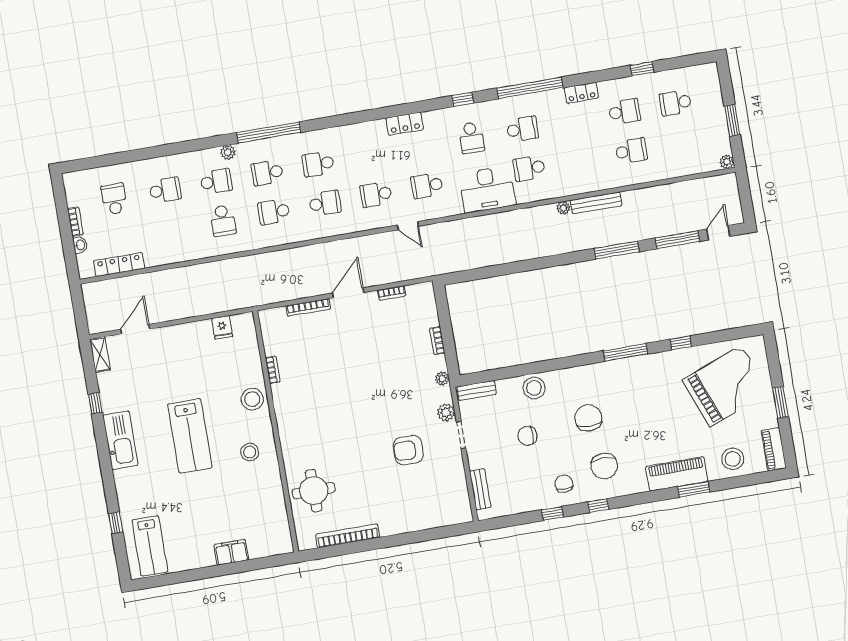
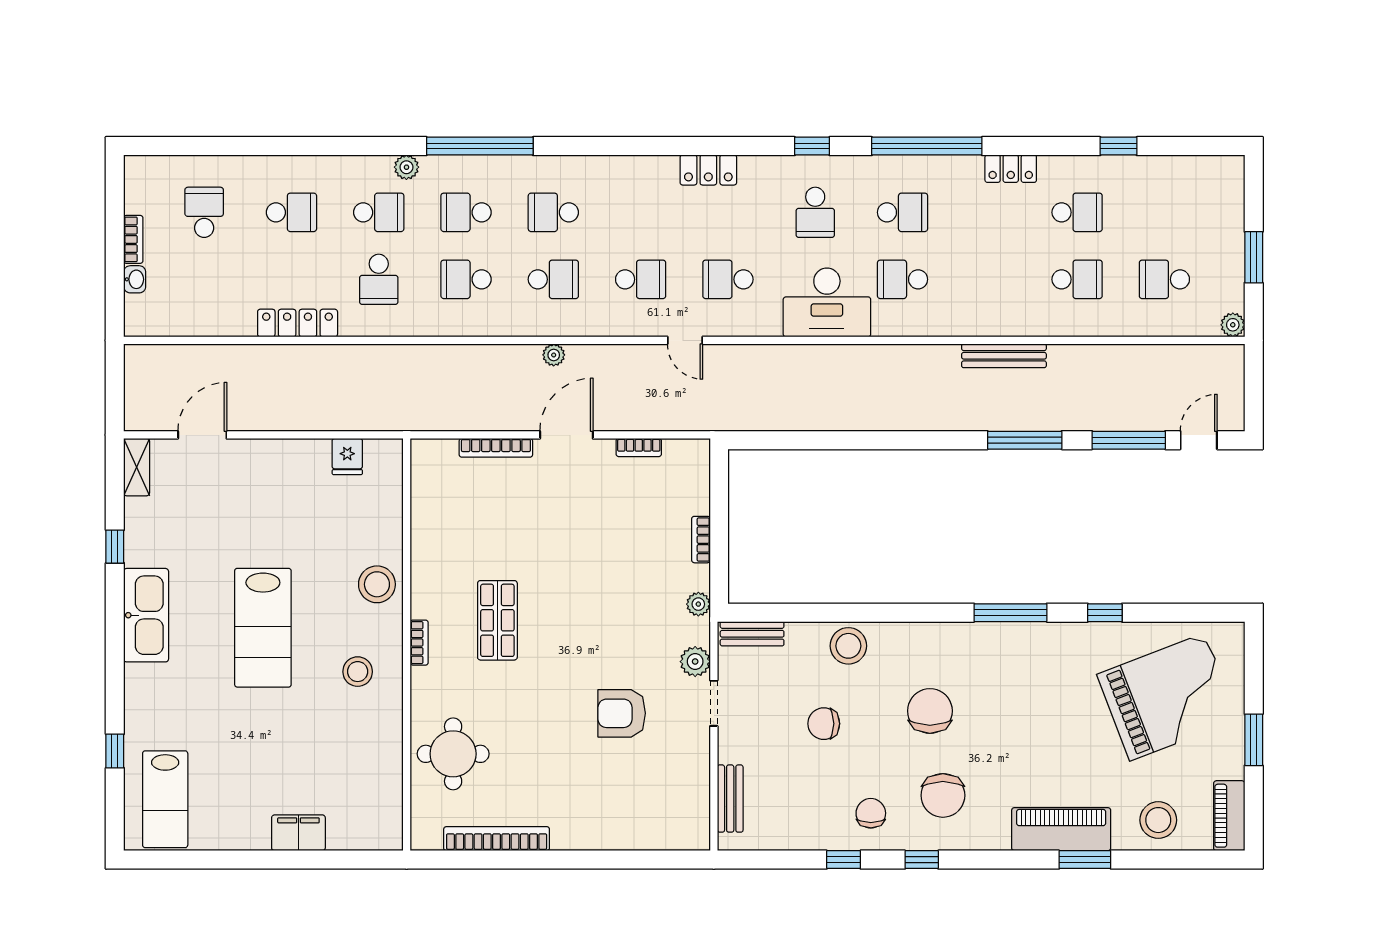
school desk: (676, 103) -> (1164, 279), moved
school desk: (376, 194) -> (641, 279), turned 180
plant: (563, 208) -> (554, 355), moved
locker: (119, 265) -> (298, 323), moved
bookcase: (273, 370) -> (419, 643), moved
shop shelf: (326, 408) -> (497, 620), added

